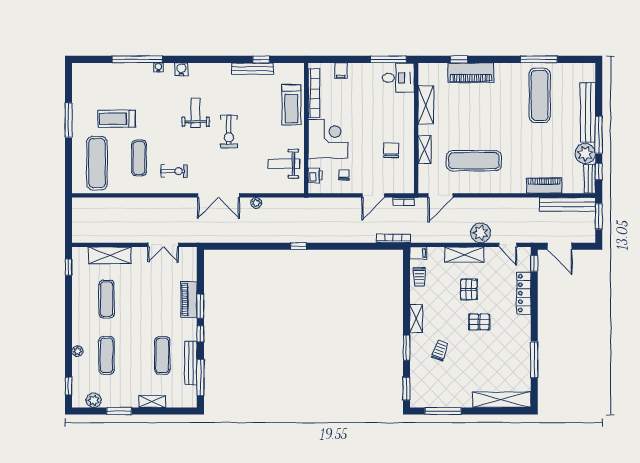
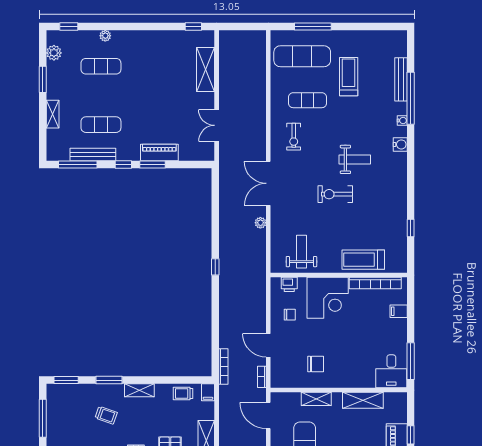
bench: (252, 69) -> (401, 79), moved
window: (69, 120) -> (313, 26), moved
exercise mat: (107, 299) -> (160, 66), removed

